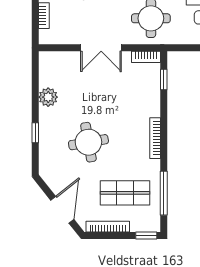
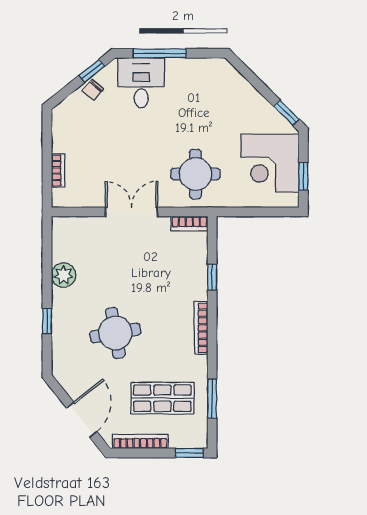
double door: (101, 48) -> (131, 212), swing flipped
window: (164, 79) -> (212, 277), moved
window: (164, 193) -> (212, 399), width x0.69

